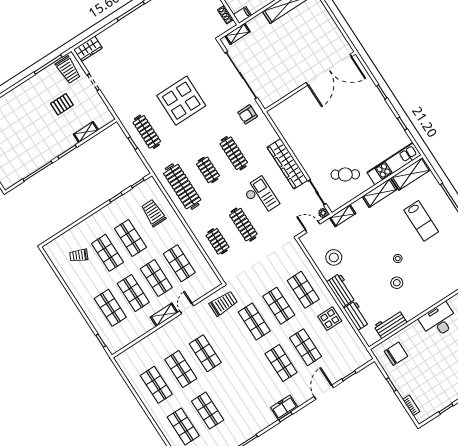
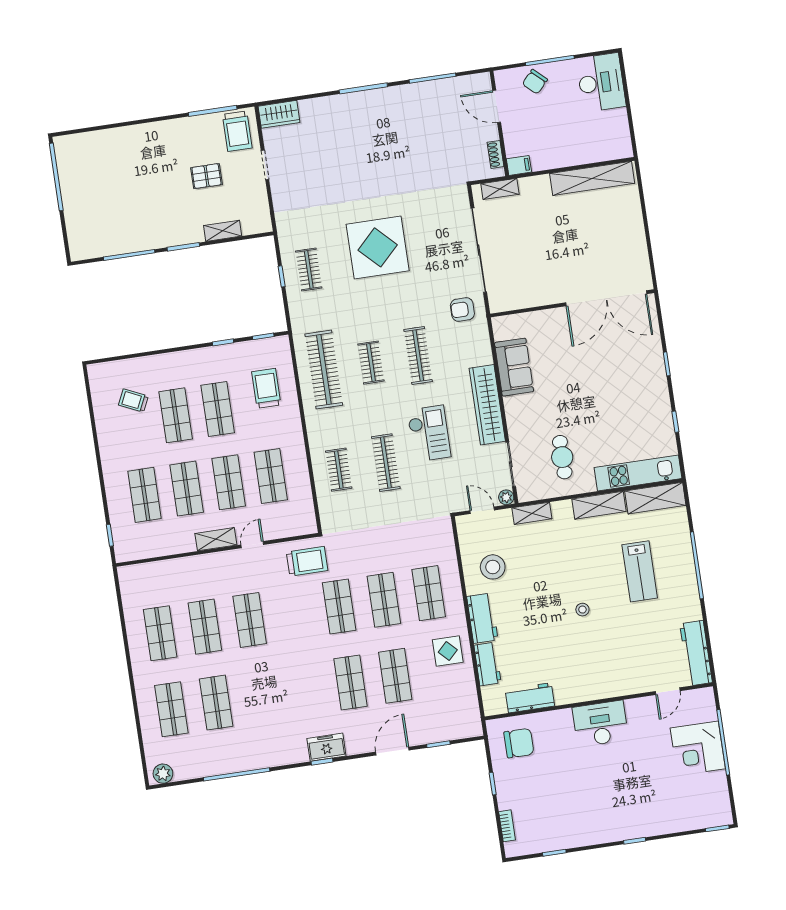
clothes rail: (147, 132) -> (309, 270), width x0.73
sofa: (293, 135) -> (514, 367), added
cafe table: (345, 174) -> (562, 457), turned 58
stool: (397, 283) -> (566, 643), removed

